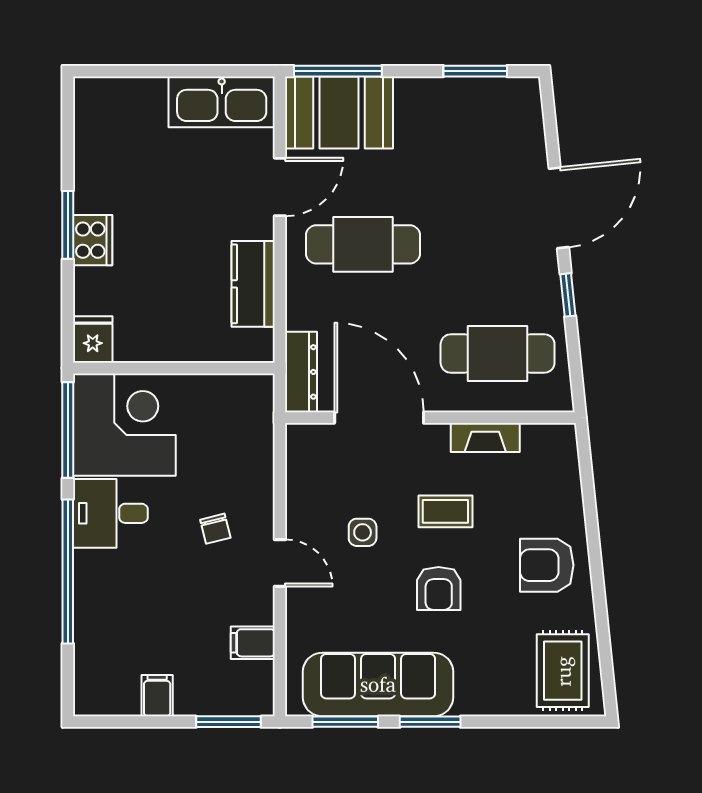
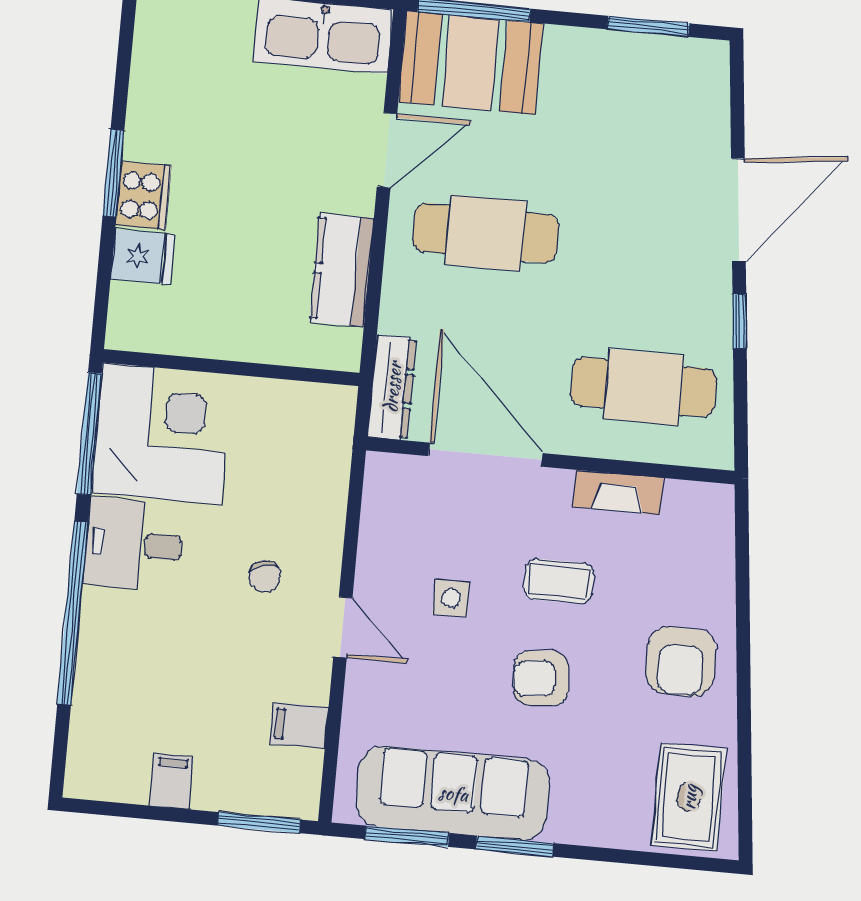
fridge: (93, 339) -> (142, 257), moved, turned 90
armchair: (547, 565) -> (681, 662), turned -90
armchair: (439, 588) -> (541, 678), turned 84

